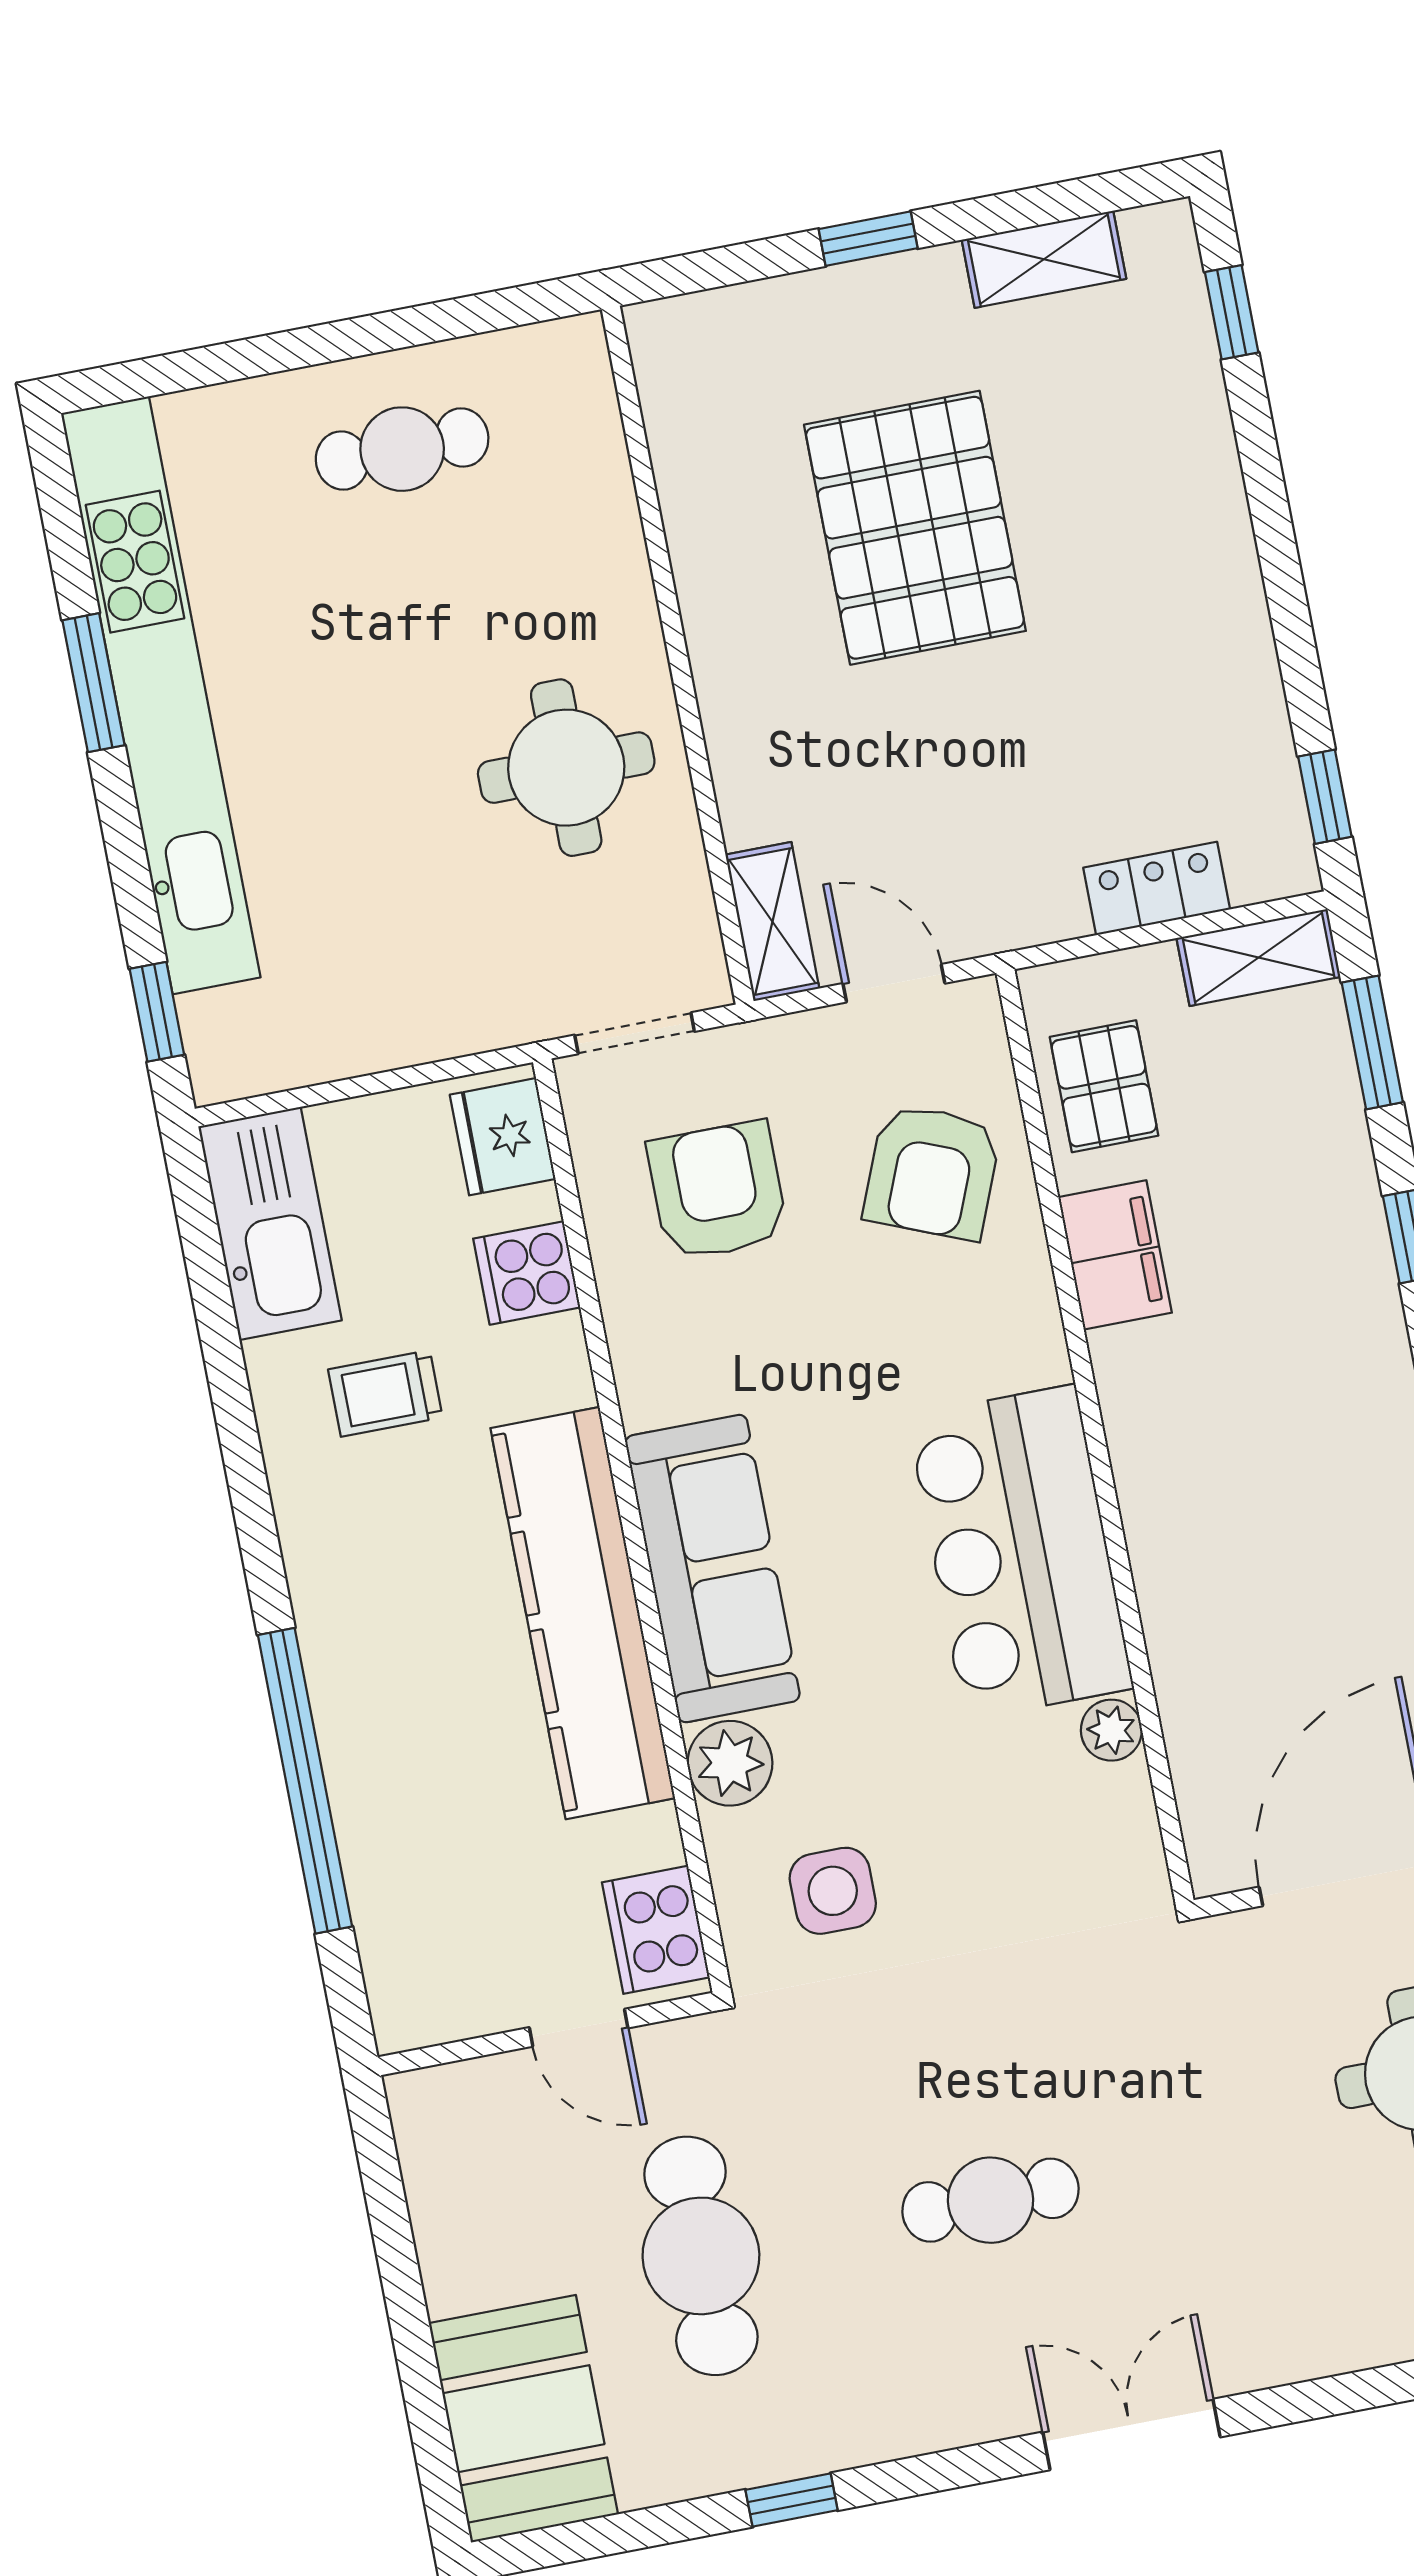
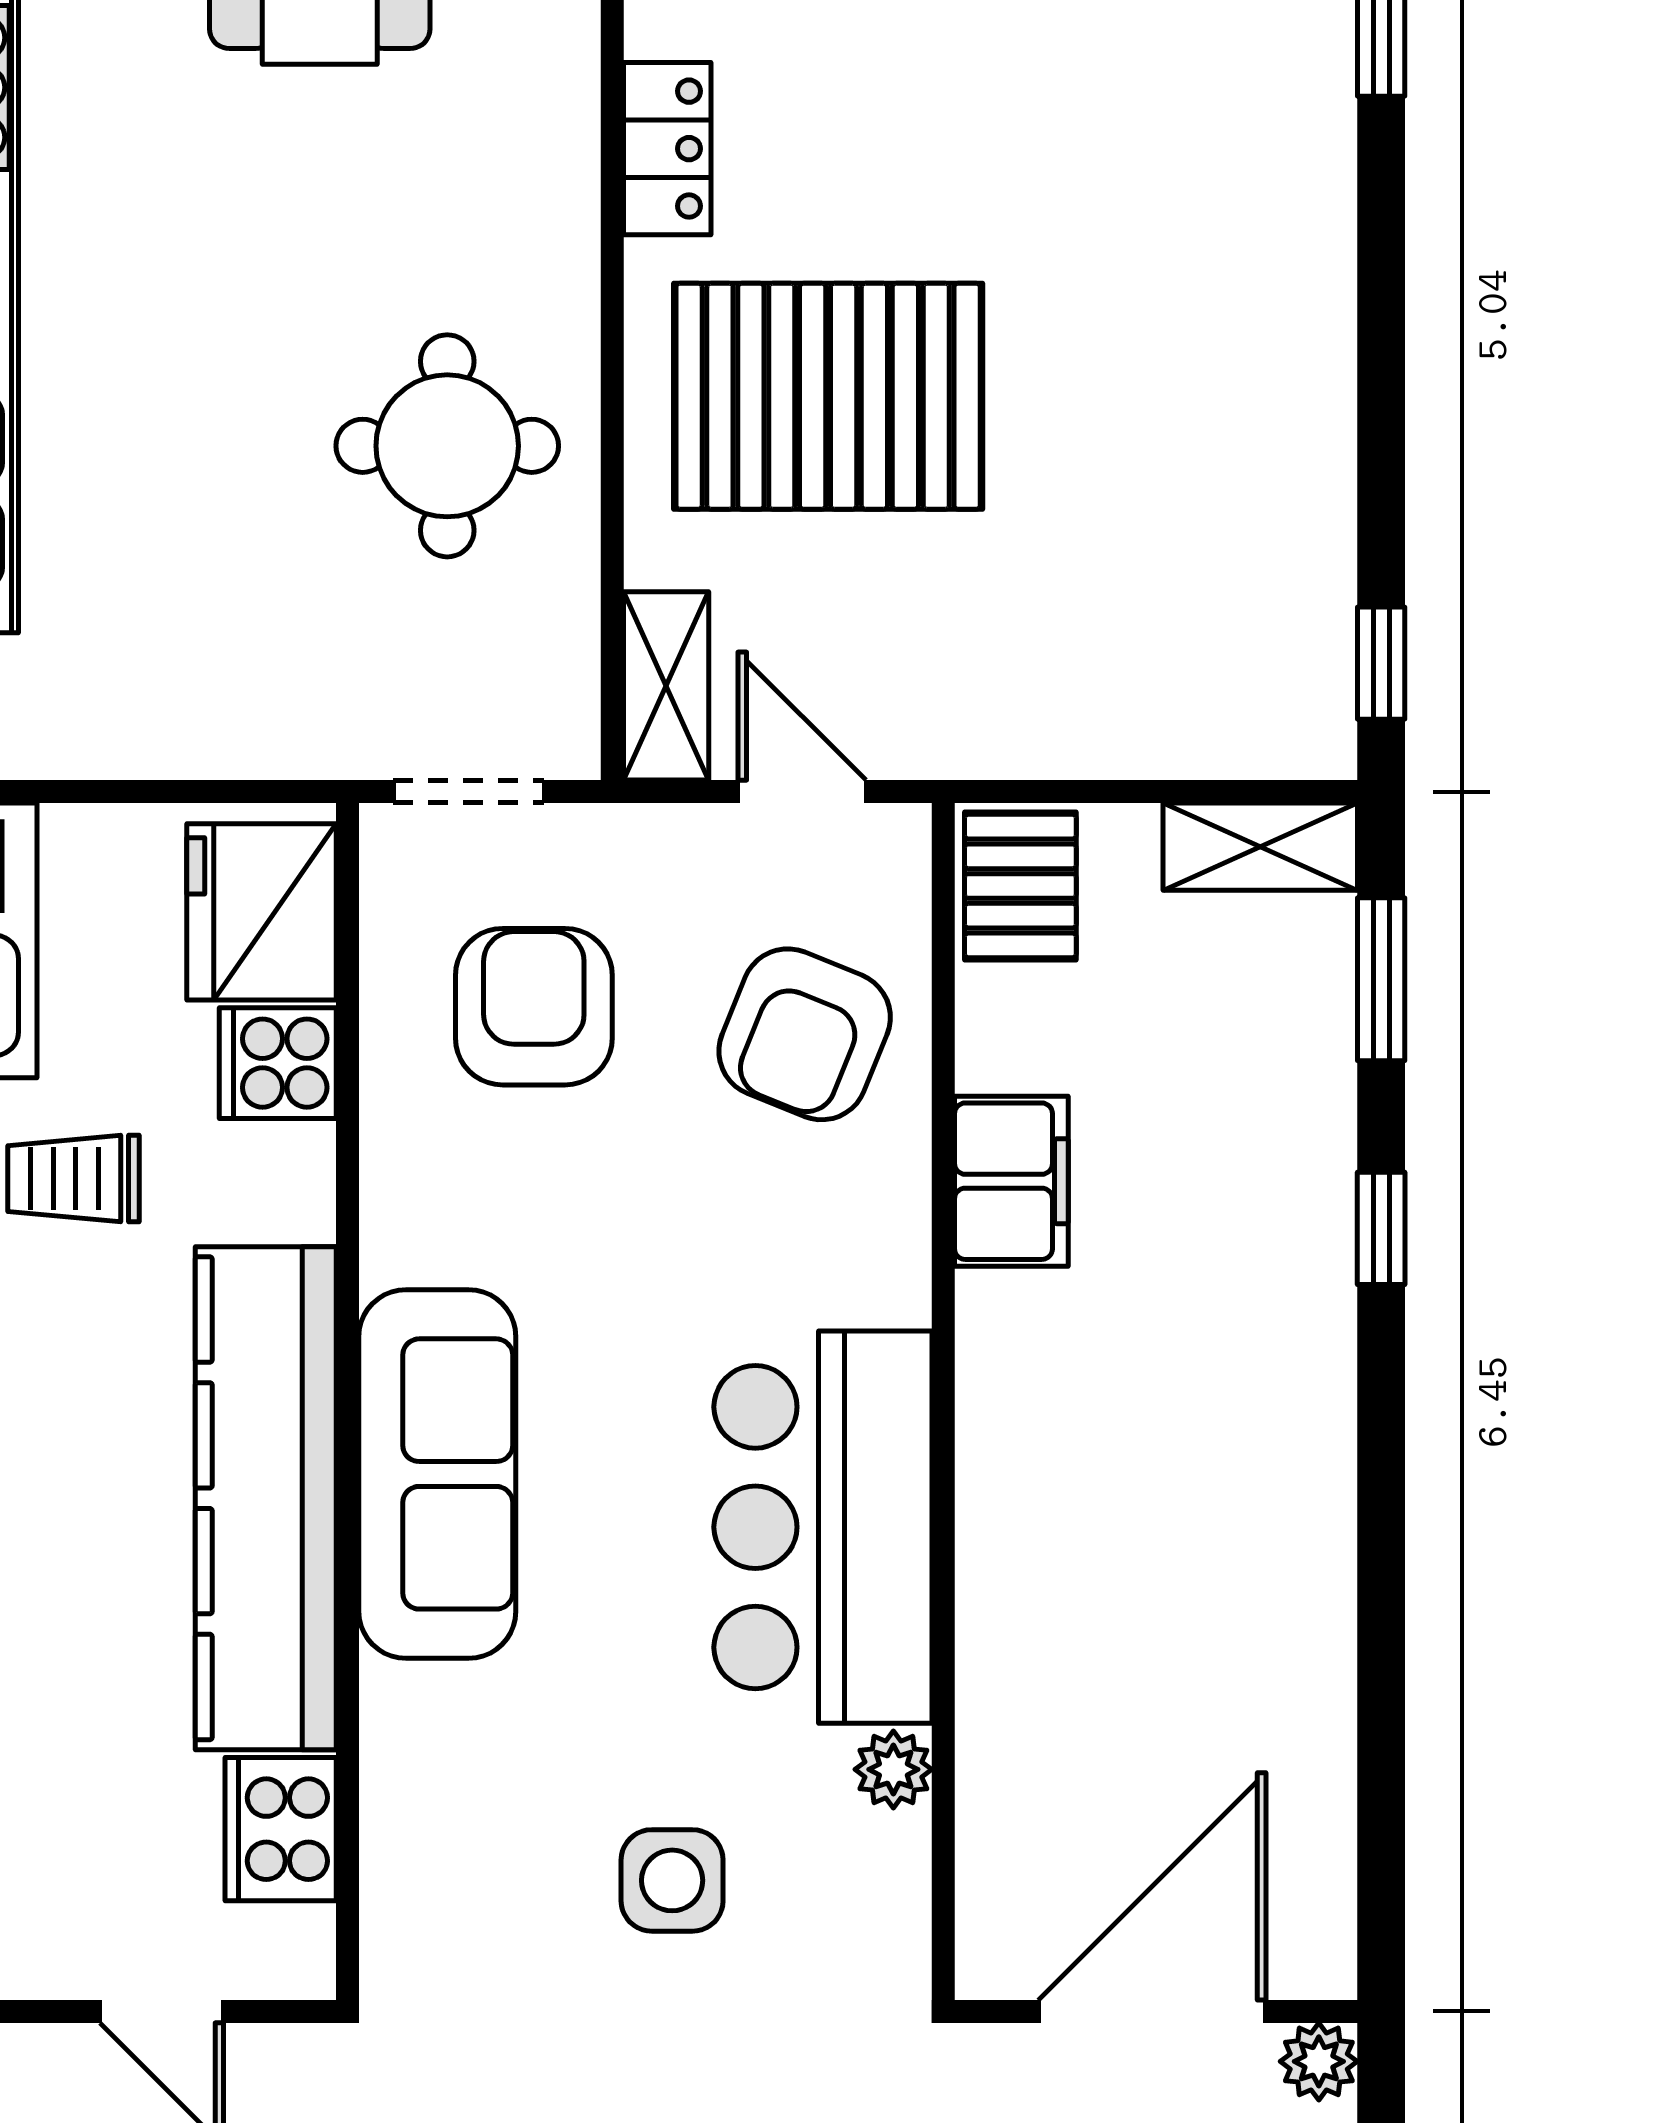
pallet: (915, 528) -> (828, 396), moved, turned 90
locker: (1157, 888) -> (667, 149), moved, turned 90
pallet: (1104, 1086) -> (1020, 886), moved
fridge: (503, 1137) -> (261, 912), width x1.36, depth x1.34
plant: (730, 1763) -> (412, 1720), removed
side table: (833, 1891) -> (672, 1880), moved
cooker: (656, 1930) -> (281, 1829), moved

